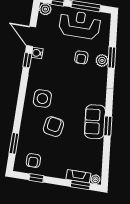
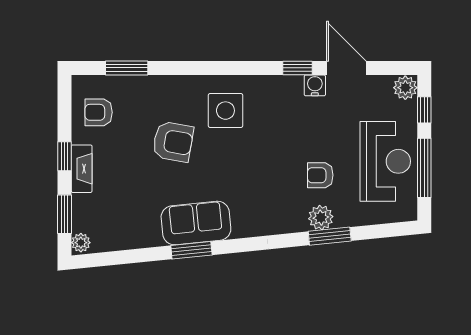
door: (31, 36) -> (346, 68), hinge flipped
fireplace: (78, 176) -> (82, 169), moved
window: (36, 178) -> (65, 156), moved

